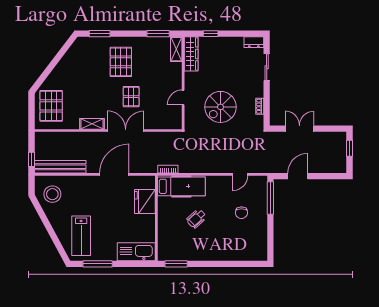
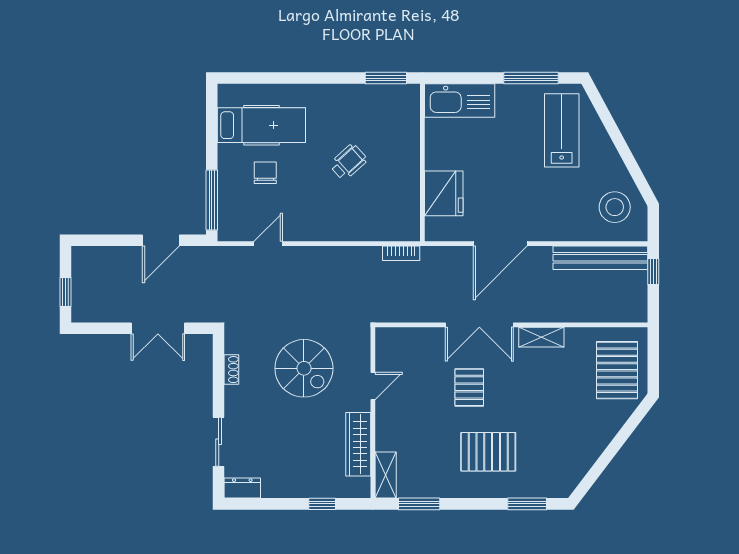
wardrobe: (191, 54) -> (358, 444), moved
pallet: (121, 62) -> (488, 452), turned 90
spiral stairs: (220, 107) -> (304, 368), turned 90
hospital bed: (181, 186) -> (261, 125), moved, turned 180

